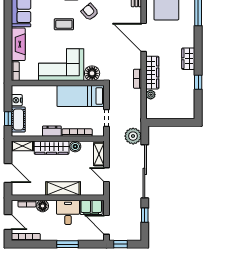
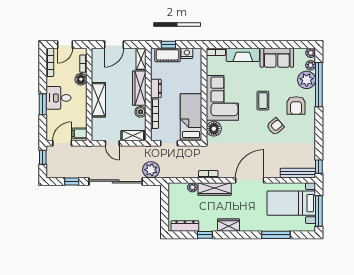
dresser: (189, 102) -> (185, 226), added
door: (107, 175) -> (112, 143), swing flipped
filing cabinet: (91, 207) -> (80, 133), width x0.50
desk: (68, 212) -> (59, 98), moved, turned 180

